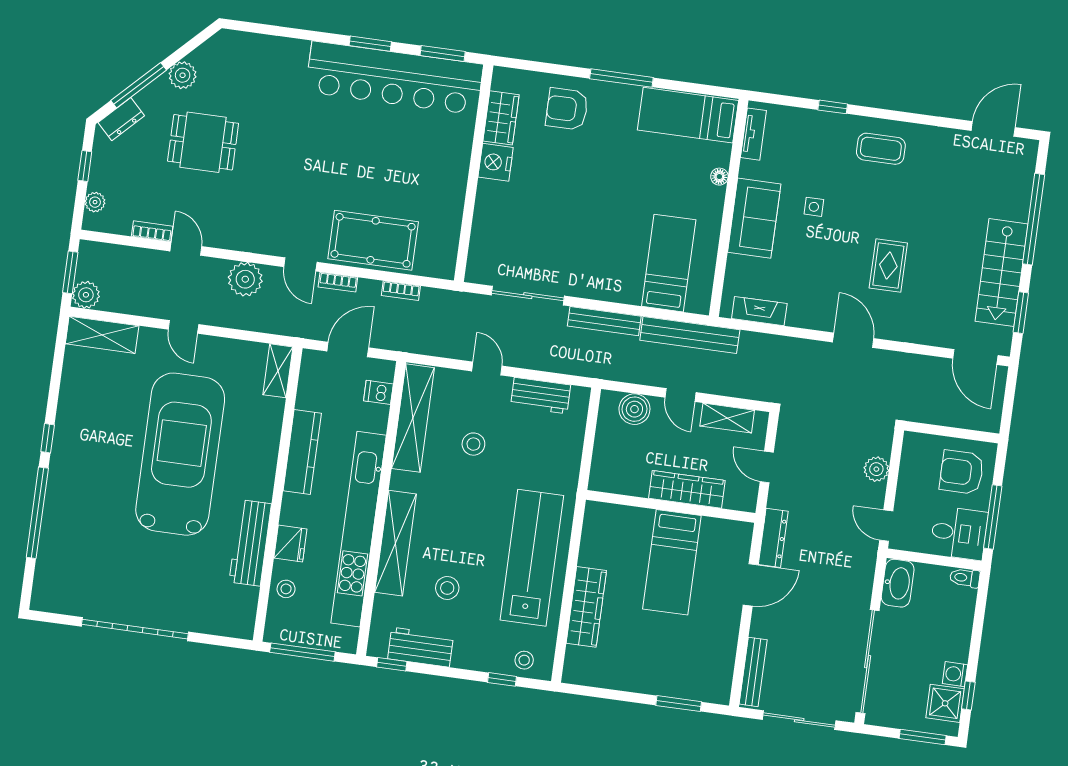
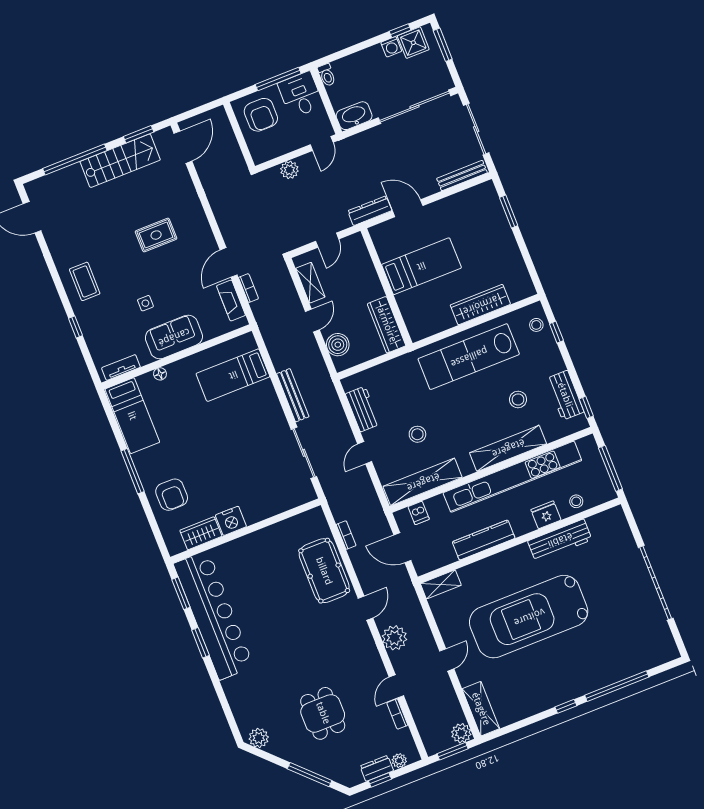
plant: (183, 75) -> (259, 738), moved
dresser: (121, 119) -> (377, 768), moved, turned -45
bookcase: (338, 282) -> (248, 288), moved
bench: (690, 335) -> (271, 336), removed
door: (853, 340) -> (229, 262), moved
wardrobe: (687, 489) -> (387, 325), moved

